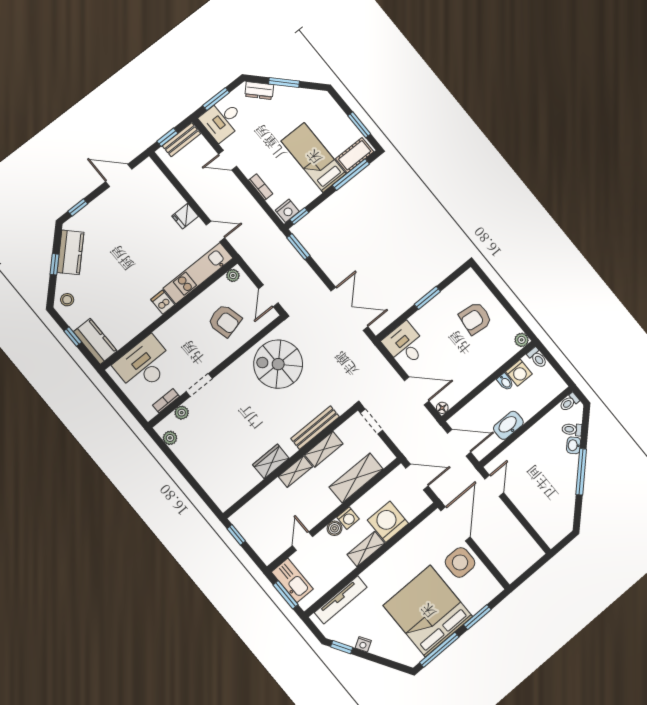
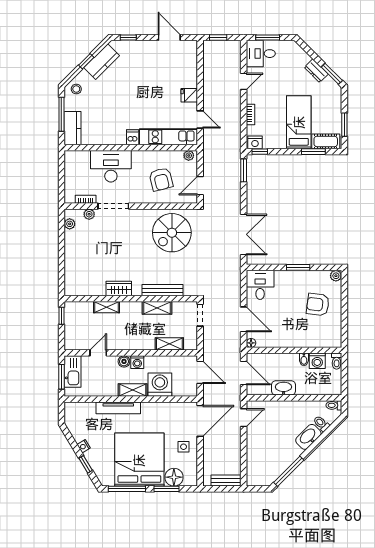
window: (284, 83) -> (332, 74), moved
dresser: (259, 91) -> (316, 71), moved
bench: (181, 140) -> (226, 481), moved
door: (228, 160) -> (244, 81), swing flipped
window: (351, 175) -> (313, 152), width x0.69
window: (73, 337) -> (61, 114), width x2.17
plant: (522, 340) -> (336, 276), moved
desk: (144, 364) -> (111, 166), moved
spiral stairs: (278, 364) -> (172, 233), turned -90
doorway: (199, 385) -> (113, 206), width x1.38
washbasin: (574, 445) -> (308, 437), width x1.91, depth x1.45
shelving: (295, 472) -> (107, 307), moved
window: (581, 472) -> (289, 471), moved
shelving: (356, 478) -> (169, 344), width x0.67, depth x0.75
side table: (460, 562) -> (184, 447), width x0.54, depth x0.54
tv unit: (341, 600) -> (118, 408), moved
floor lamp: (475, 600) -> (174, 477), added
window: (342, 647) -> (86, 464), moved

